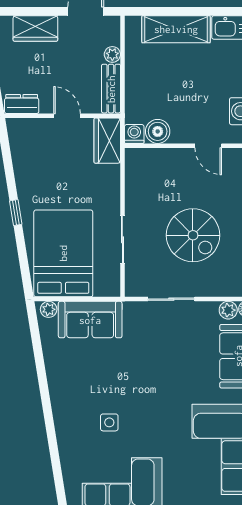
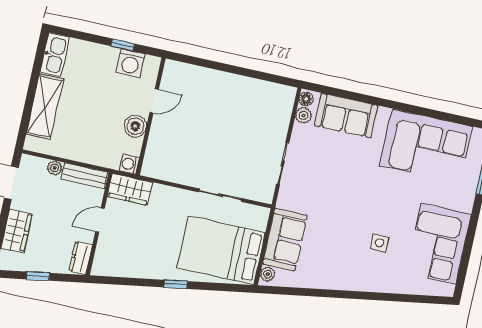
boiler: (158, 131) -> (135, 126), moved
spiral stairs: (193, 235) -> (230, 132), removed

